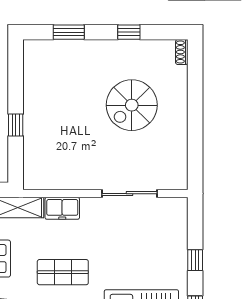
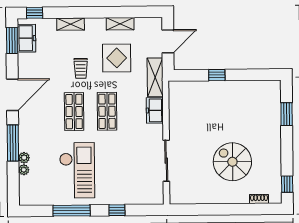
window: (129, 32) -> (287, 184), moved
shoe rack: (182, 52) -> (259, 199), moved

